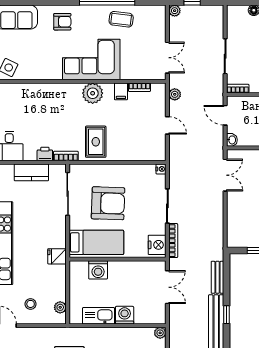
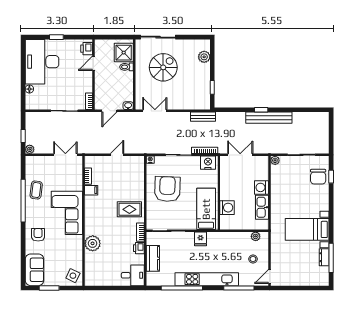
plant: (93, 93) -> (93, 243), moved
plant: (175, 94) -> (93, 149), removed
armchair: (108, 203) -> (167, 189), moved
fridge: (57, 256) -> (201, 239), moved
bench: (217, 277) -> (203, 117), moved

